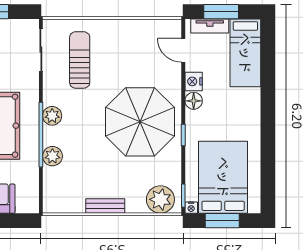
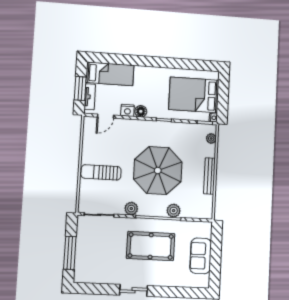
sun lounger: (80, 60) -> (101, 172), moved
plant: (52, 116) -> (131, 209), moved
parasol: (140, 122) -> (158, 171), moved
plant: (160, 199) -> (211, 138), width x0.53, depth x0.53
bench: (105, 206) -> (209, 176), width x1.36
window: (222, 221) -> (223, 97), removed

